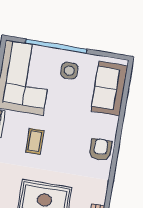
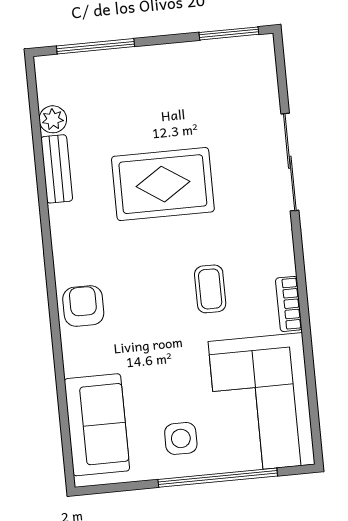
armchair: (100, 150) -> (83, 306), turned 180

